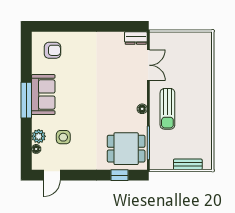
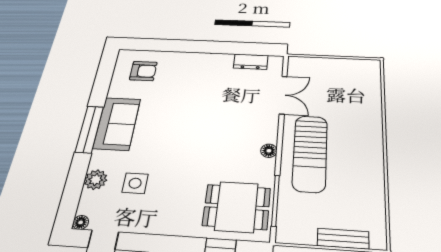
dresser: (136, 38) -> (251, 62), moved
sun lounger: (167, 109) -> (310, 153), width x1.36, depth x1.34
floor lamp: (36, 149) -> (81, 222), moved

